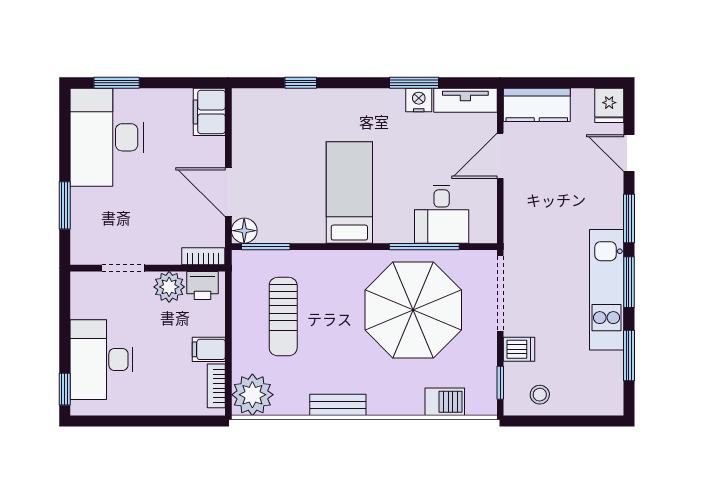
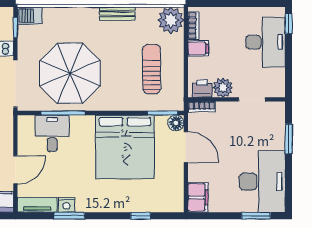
bed: (349, 192) -> (125, 147), width x2.04
barbecue: (445, 402) -> (30, 16), moved

